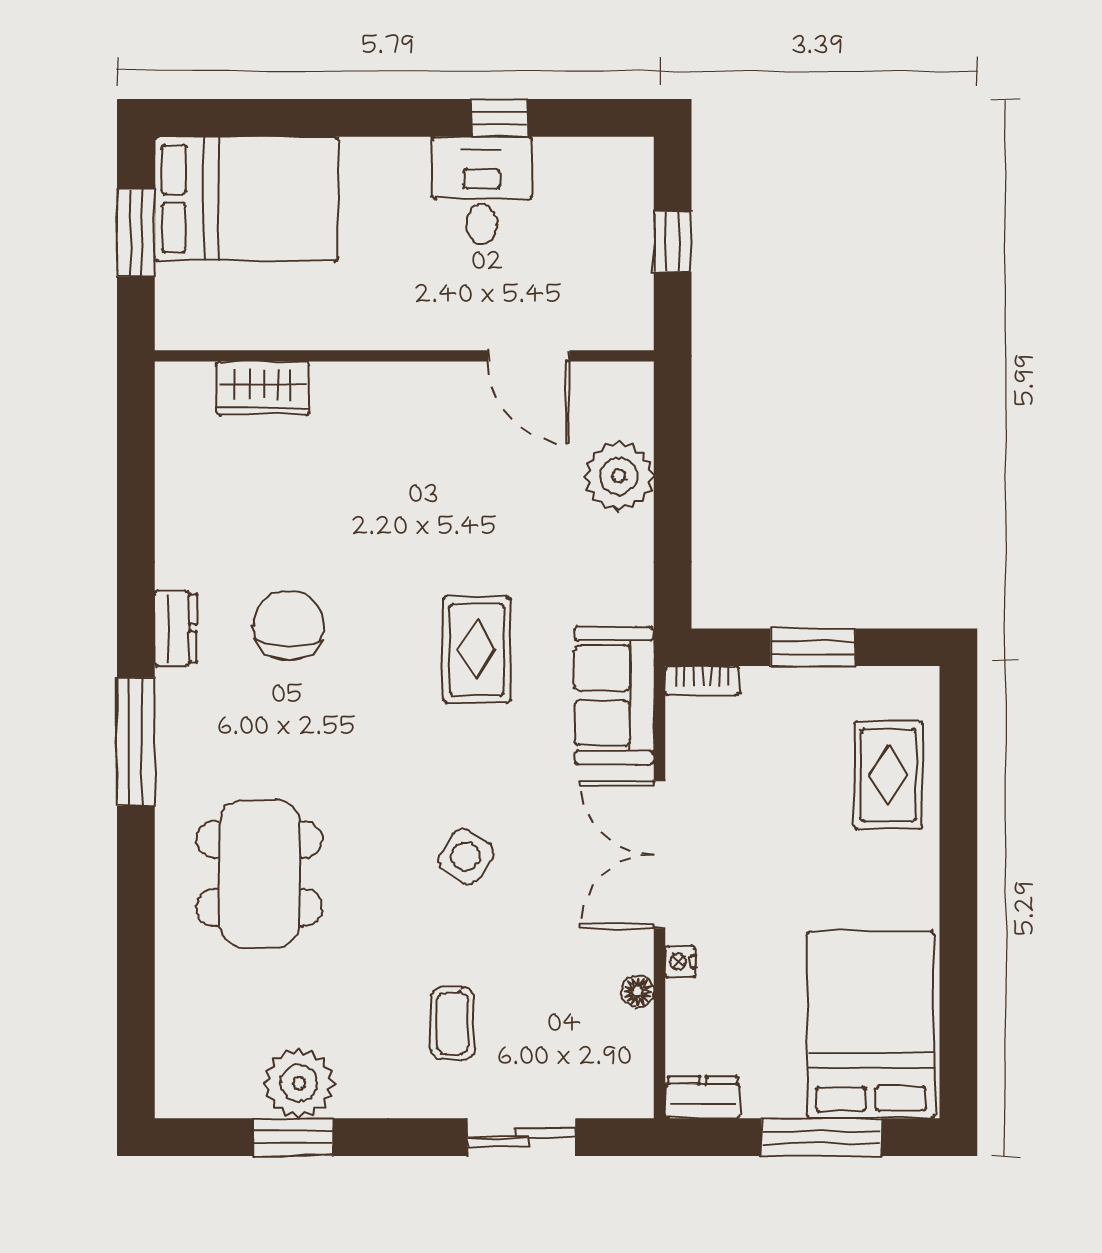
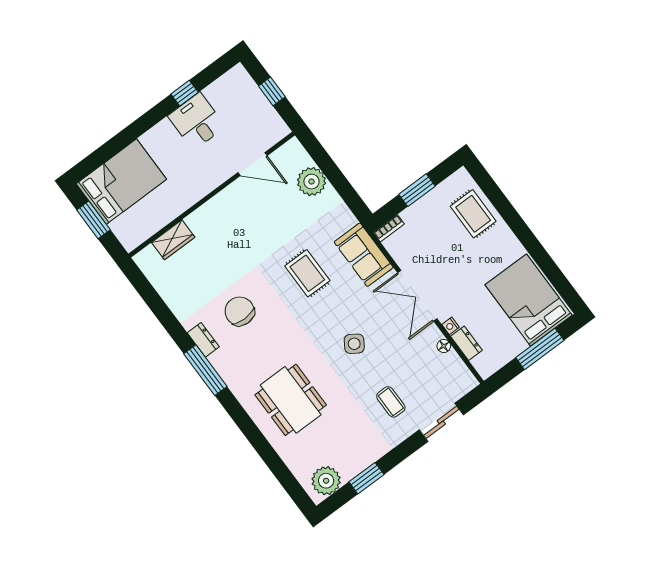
window: (136, 742) -> (205, 370), moved
plant: (299, 1083) -> (326, 481), moved
dresser: (703, 1097) -> (466, 343), moved, turned 90

